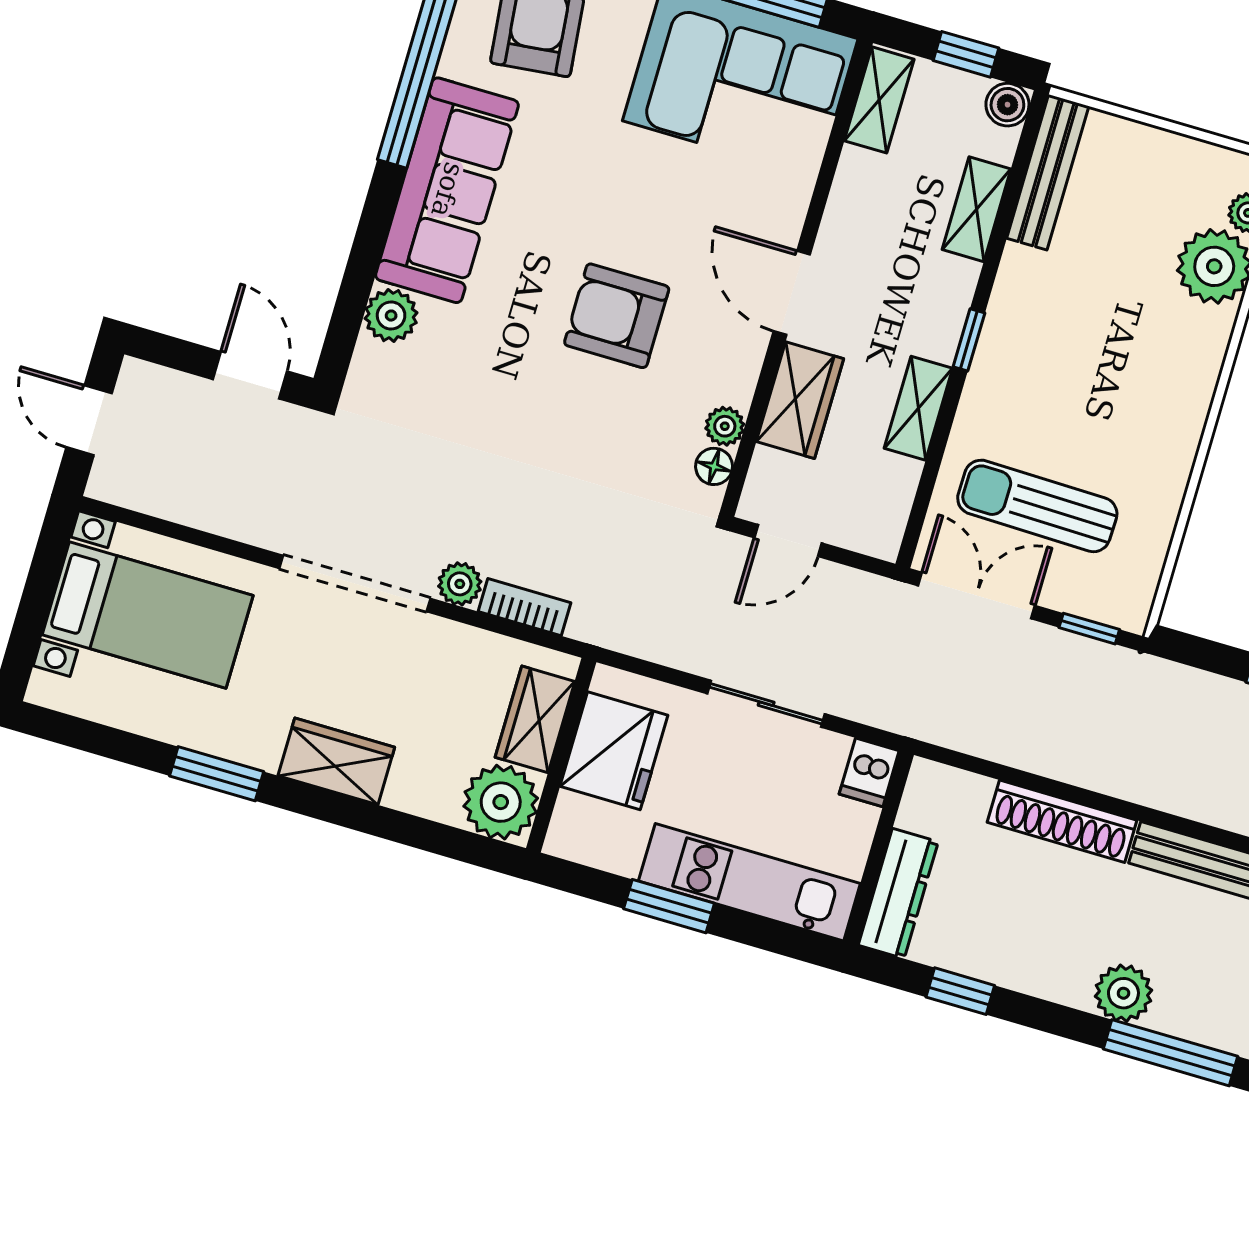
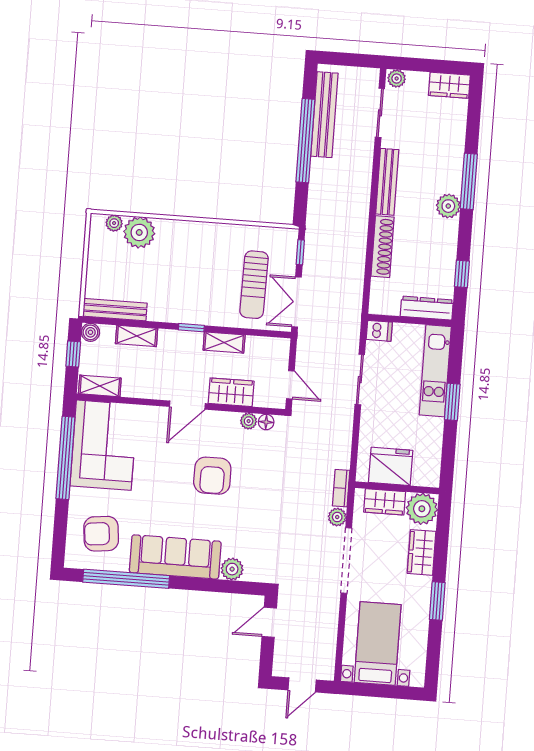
wardrobe: (535, 719) -> (385, 502), moved
fridge: (614, 751) -> (391, 466), moved
wall: (561, 755) -> (397, 488), moved
plant: (501, 802) -> (422, 509), moved

